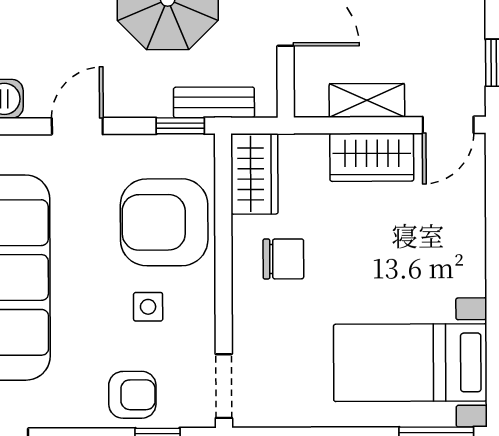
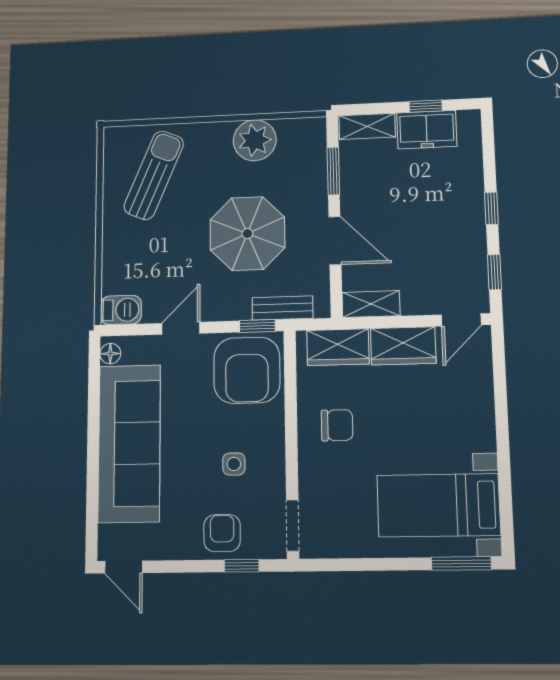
shelving: (367, 100) -> (371, 304), moved
wardrobe: (254, 174) -> (338, 347), moved, turned 90
armchair: (164, 222) -> (247, 370), moved, turned -90
armchair: (132, 395) -> (222, 533), turned -90

